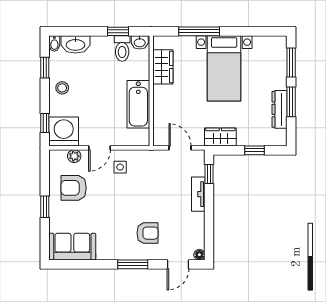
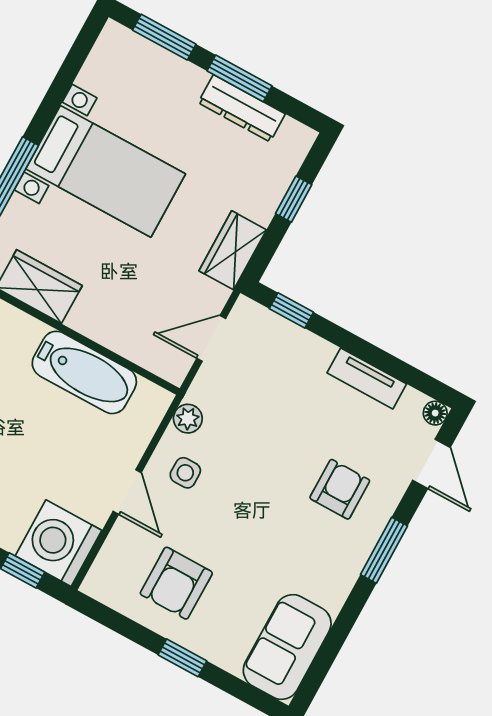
plant: (74, 156) -> (188, 419), moved
tv unit: (198, 194) -> (367, 378), moved

